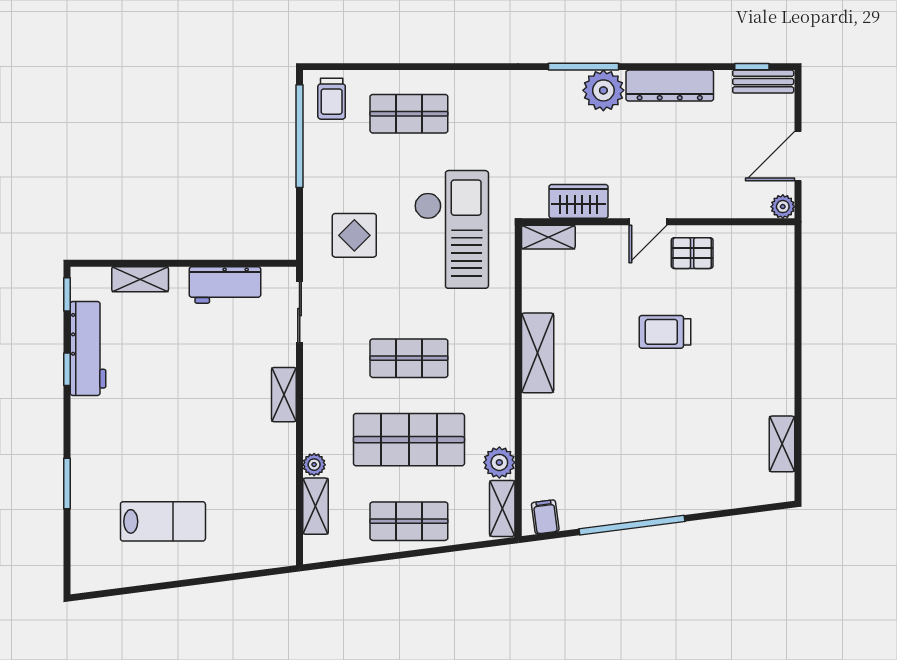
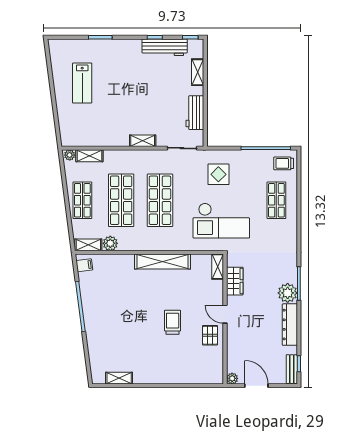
shelving: (538, 353) -> (162, 262), width x1.47
shop shelf: (409, 358) -> (160, 200), width x1.43, depth x1.36
plant: (314, 465) -> (70, 155), moved

